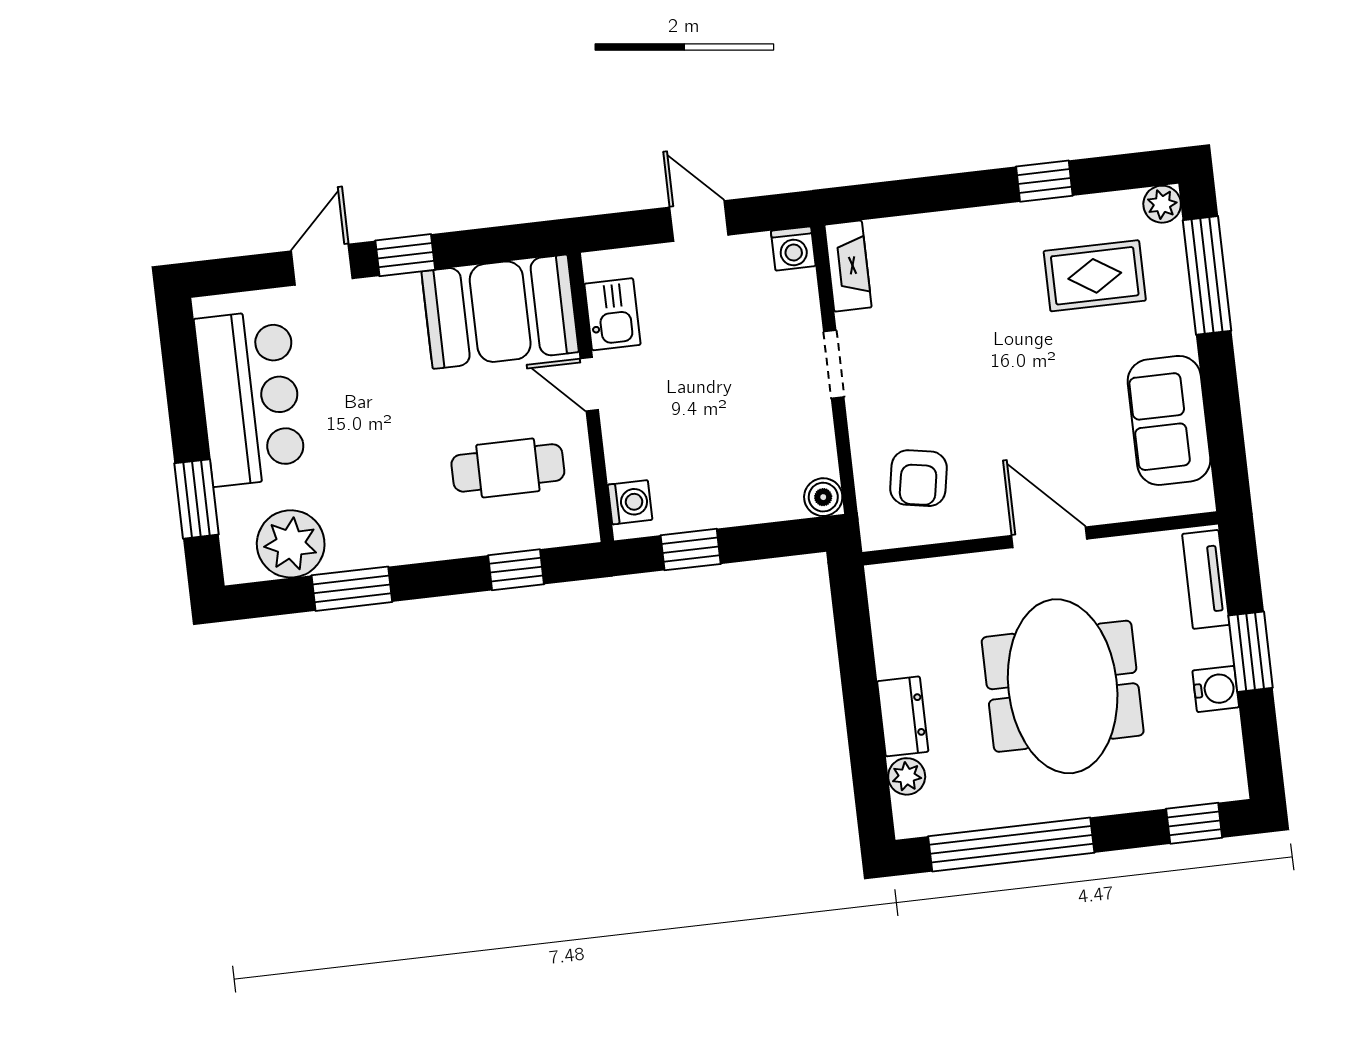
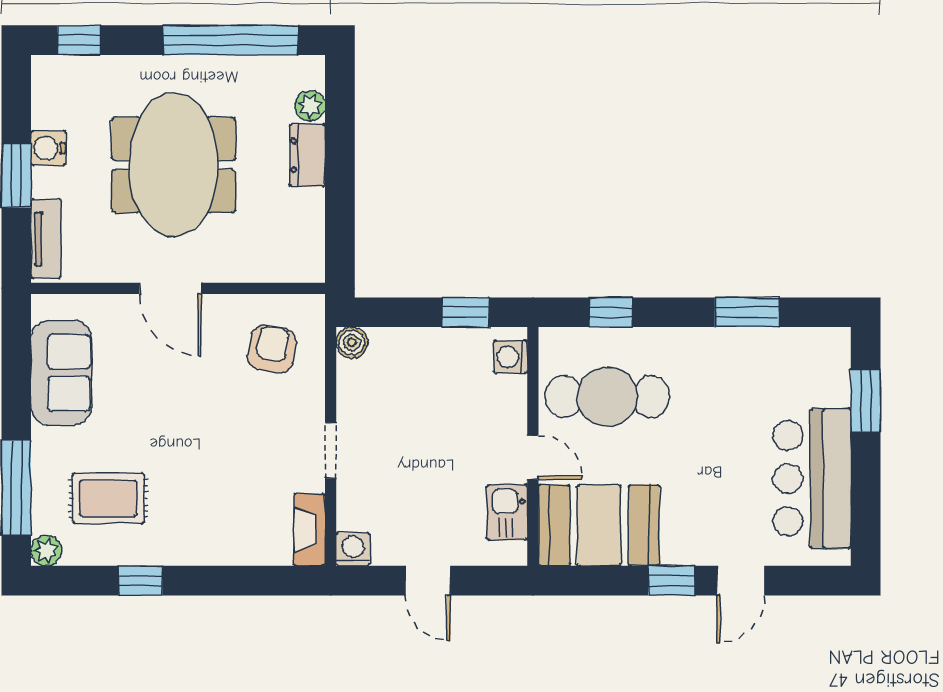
cafe table: (508, 468) -> (608, 396), width x1.37, depth x1.35
plant: (291, 544) -> (793, 355), removed

